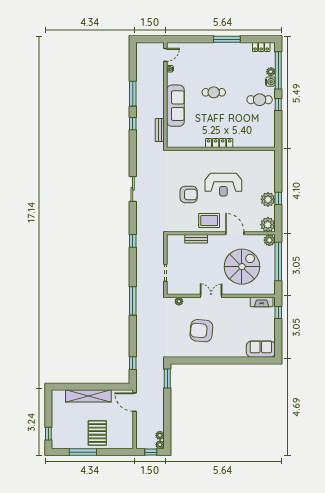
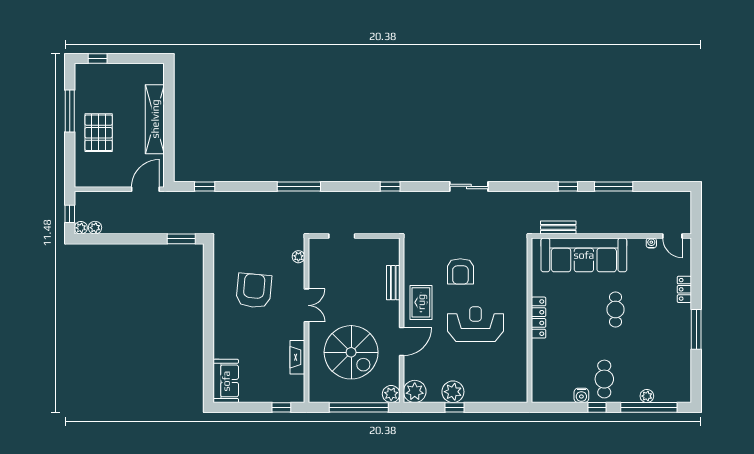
locker: (261, 47) -> (684, 289), moved
water cooler: (270, 82) -> (581, 395), moved
sofa: (175, 106) -> (584, 255), width x1.36, depth x1.27
reception desk: (223, 185) -> (475, 324), turned 90
fireplace: (262, 302) -> (297, 357), moved
pallet: (97, 433) -> (99, 133), turned 90

